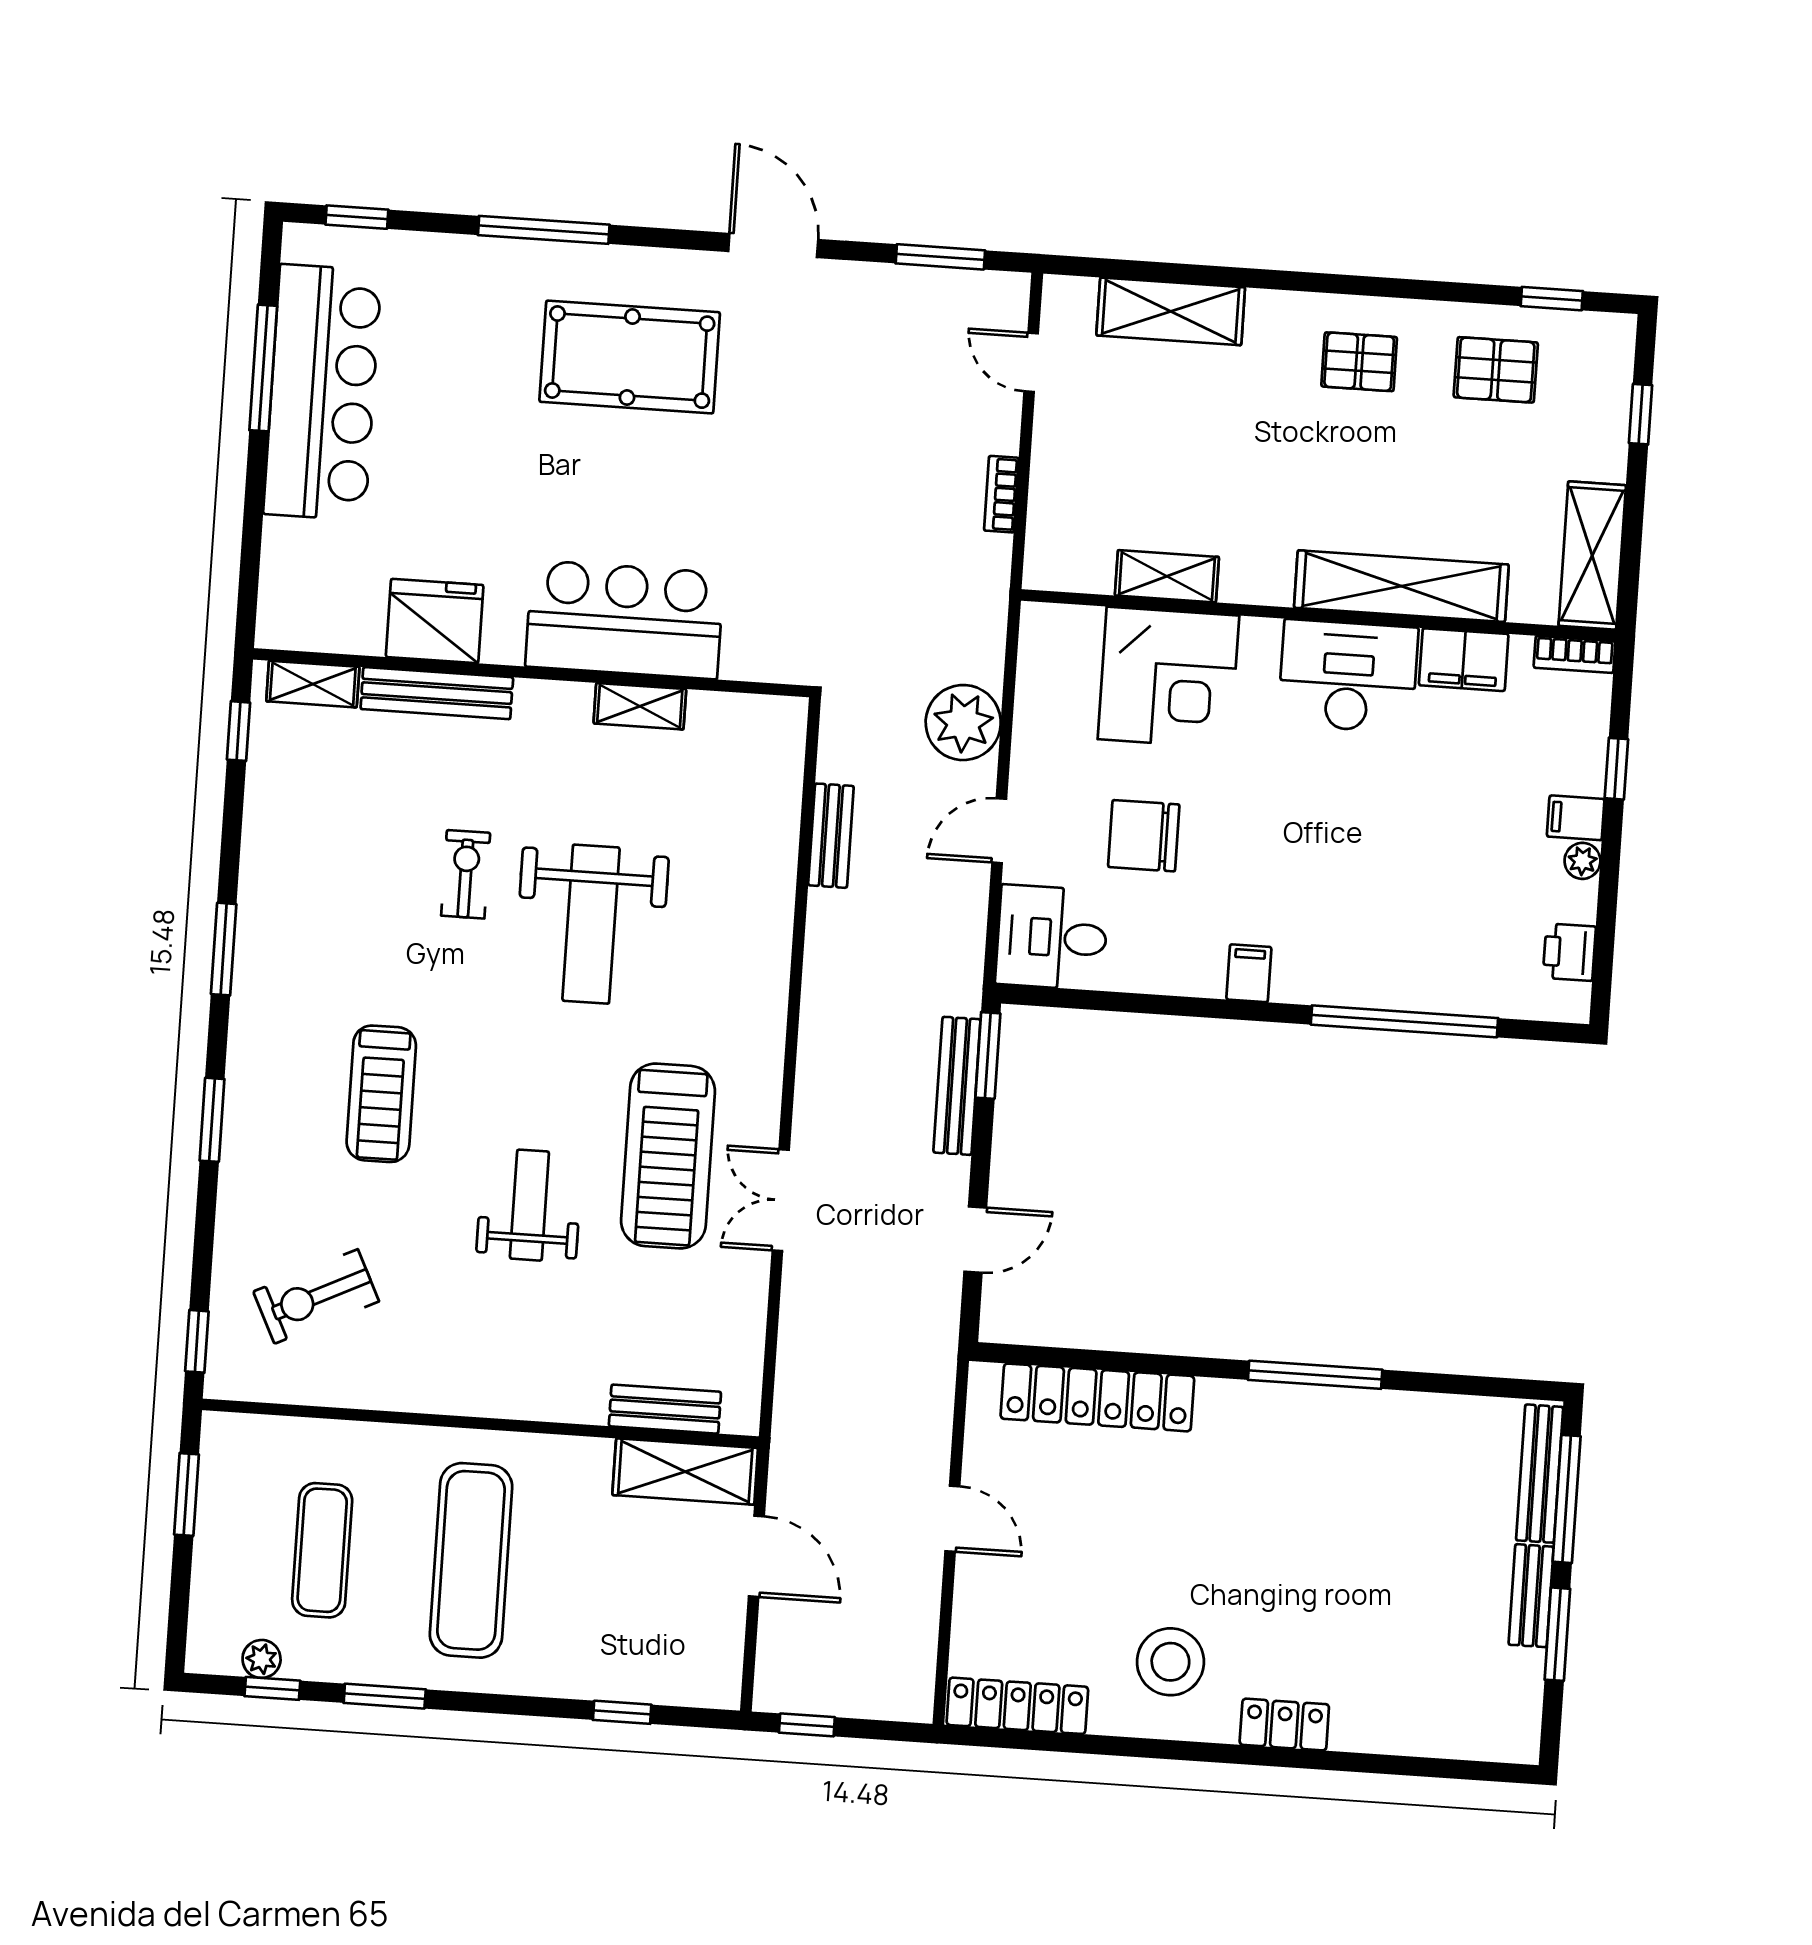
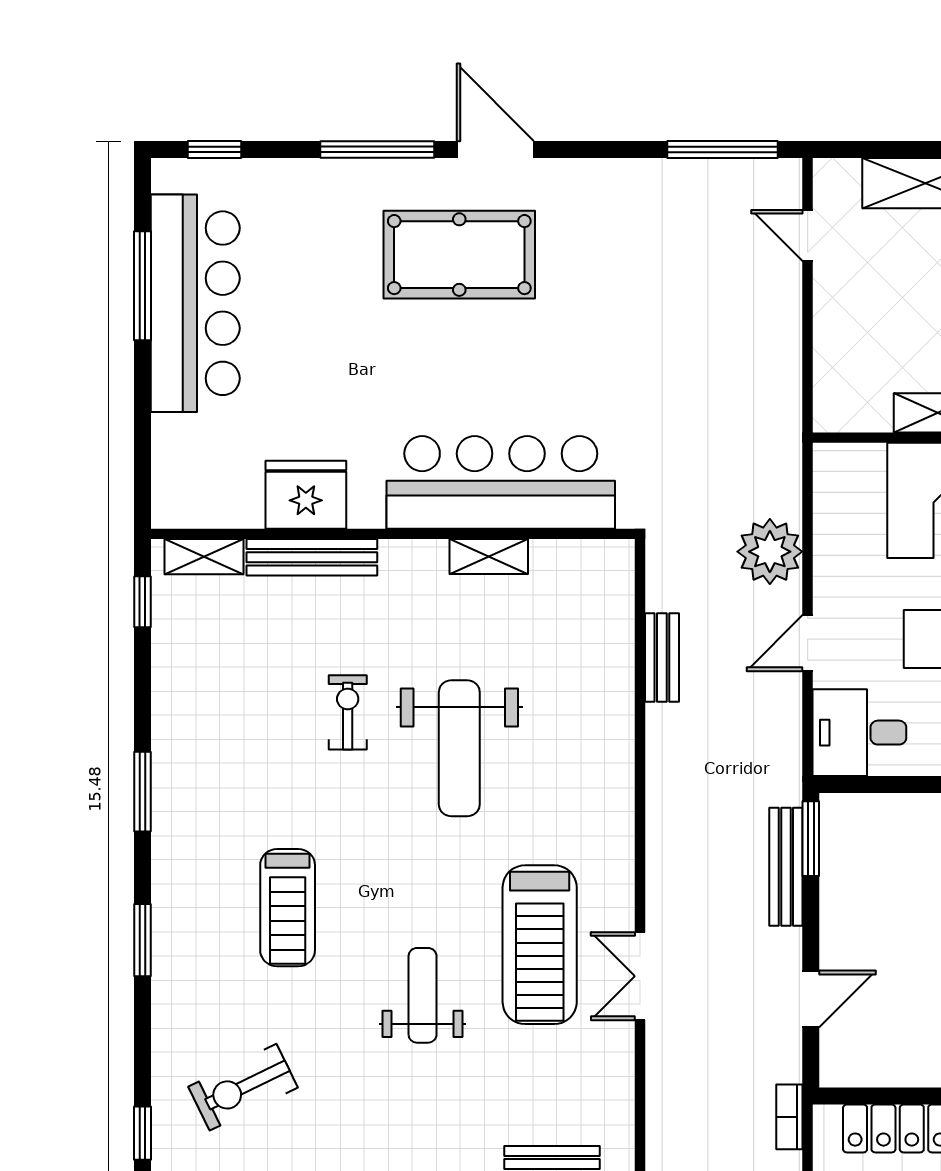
door: (773, 245) -> (495, 149), moved
window: (940, 257) -> (723, 149), width x1.44
bookcase: (1001, 494) -> (789, 1117), moved
bar counter: (625, 620) -> (501, 482), width x1.36

